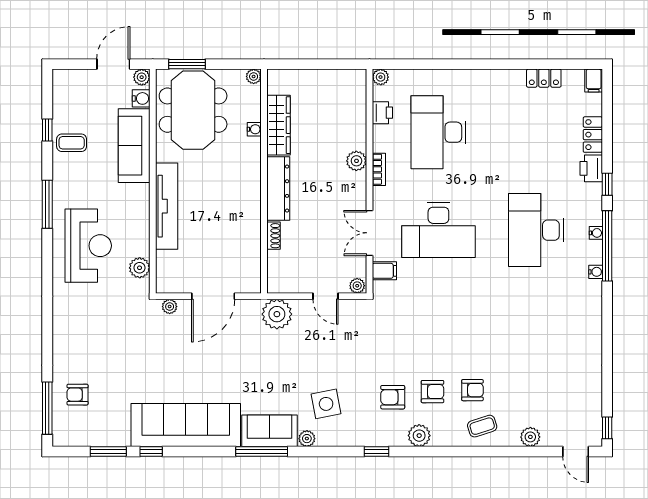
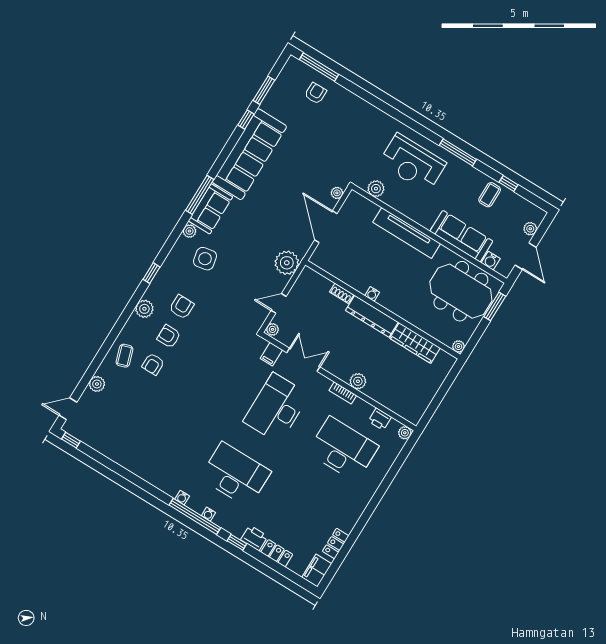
plant: (142, 77) -> (530, 229), moved
filing cabinet: (594, 81) -> (317, 571), width x2.00
water cooler: (254, 129) -> (372, 294), moved
armchair: (432, 392) -> (169, 336), turned 90

